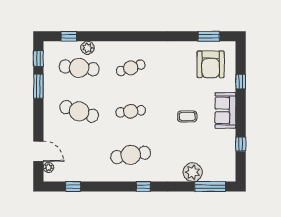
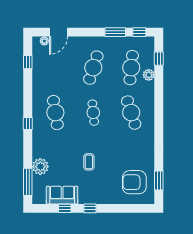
cafe table: (131, 68) -> (131, 113), width x1.37, depth x1.35
window: (241, 82) -> (90, 208), moved
sofa: (225, 110) -> (62, 195), moved

